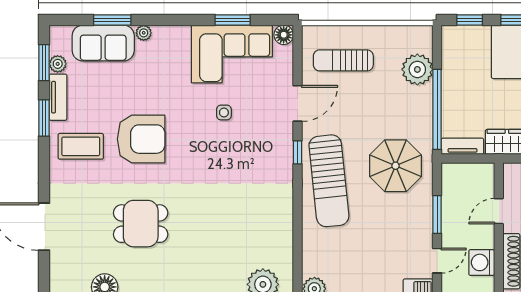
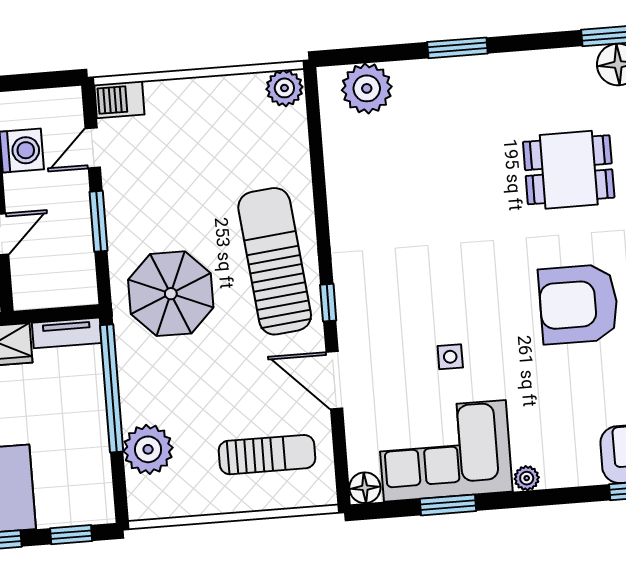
plant: (144, 33) -> (527, 478), moved
door: (298, 103) -> (334, 380), hinge flipped

